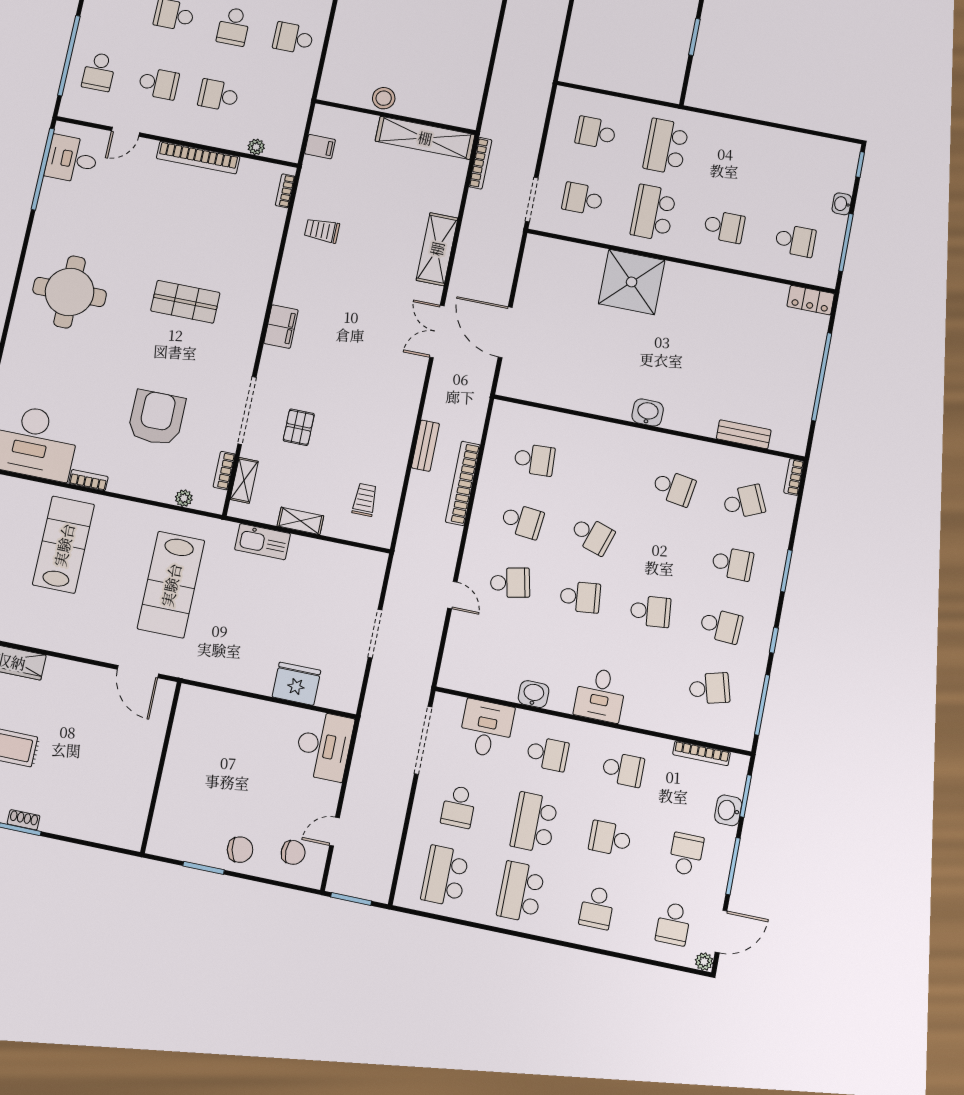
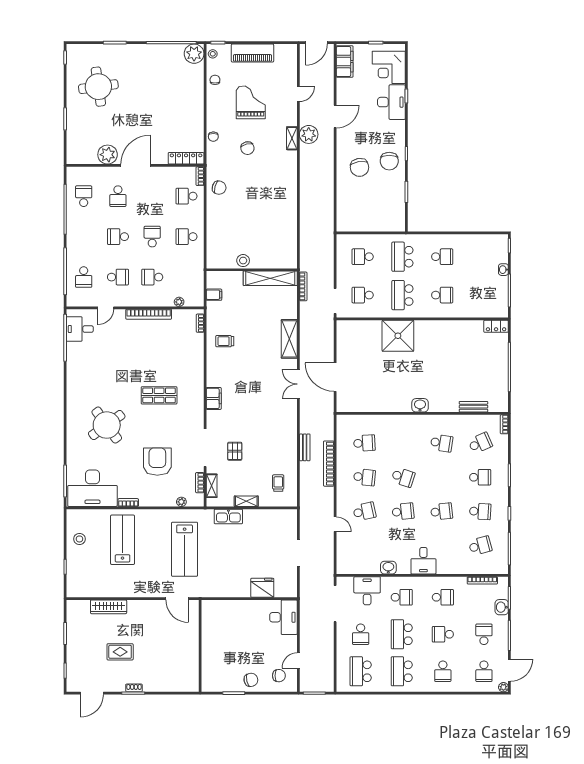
school desk: (234, 27) -> (152, 237), turned 180
school desk: (795, 241) -> (442, 257), moved
round table: (70, 292) -> (107, 425), moved, turned -36

